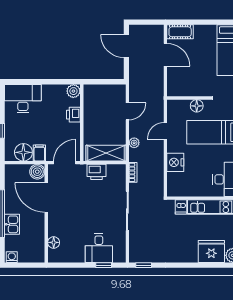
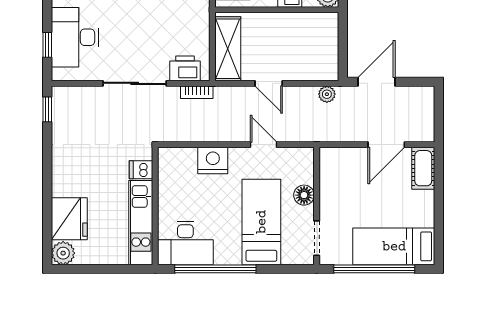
door: (126, 46) -> (376, 82), moved
door: (127, 111) -> (269, 83), moved
plant: (134, 143) -> (327, 94), moved
printer: (96, 172) -> (185, 68), moved, turned 90
desk: (99, 248) -> (75, 37), width x1.37

